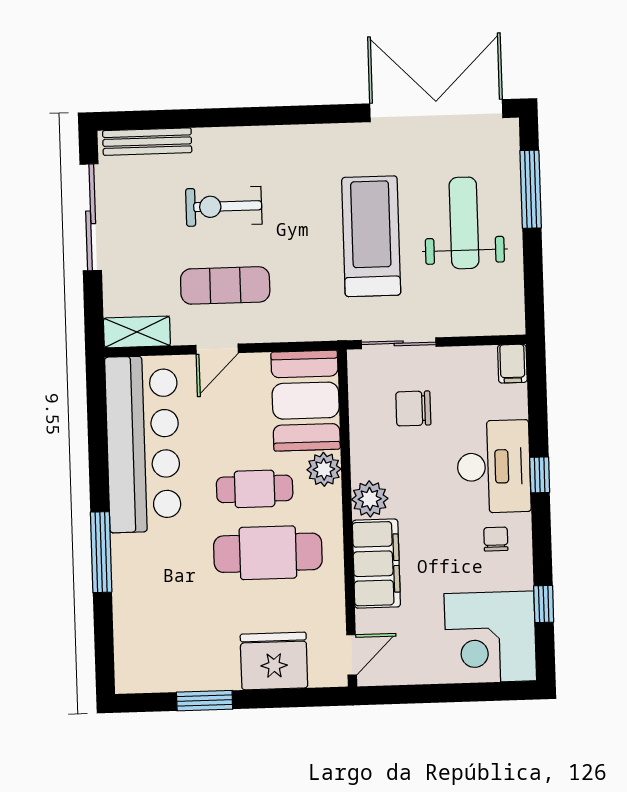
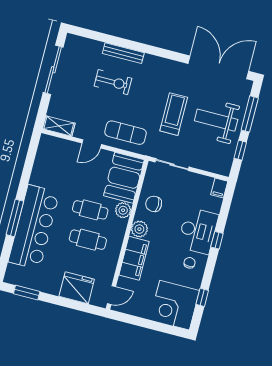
bench: (147, 142) -> (123, 53), moved
exercise bike: (224, 206) -> (113, 82), turned 180
weight bench: (464, 223) -> (216, 120), turned -90
treadmill: (371, 236) -> (174, 114), width x0.73, depth x0.73
window: (533, 271) -> (240, 150), added
exercise mat: (225, 285) -> (126, 133), moved
chair: (413, 408) -> (154, 204), moved
bar counter: (143, 444) -> (34, 227), moved
cafe table: (268, 553) -> (88, 240), width x0.73, depth x0.74
window: (205, 701) -> (27, 293), moved

